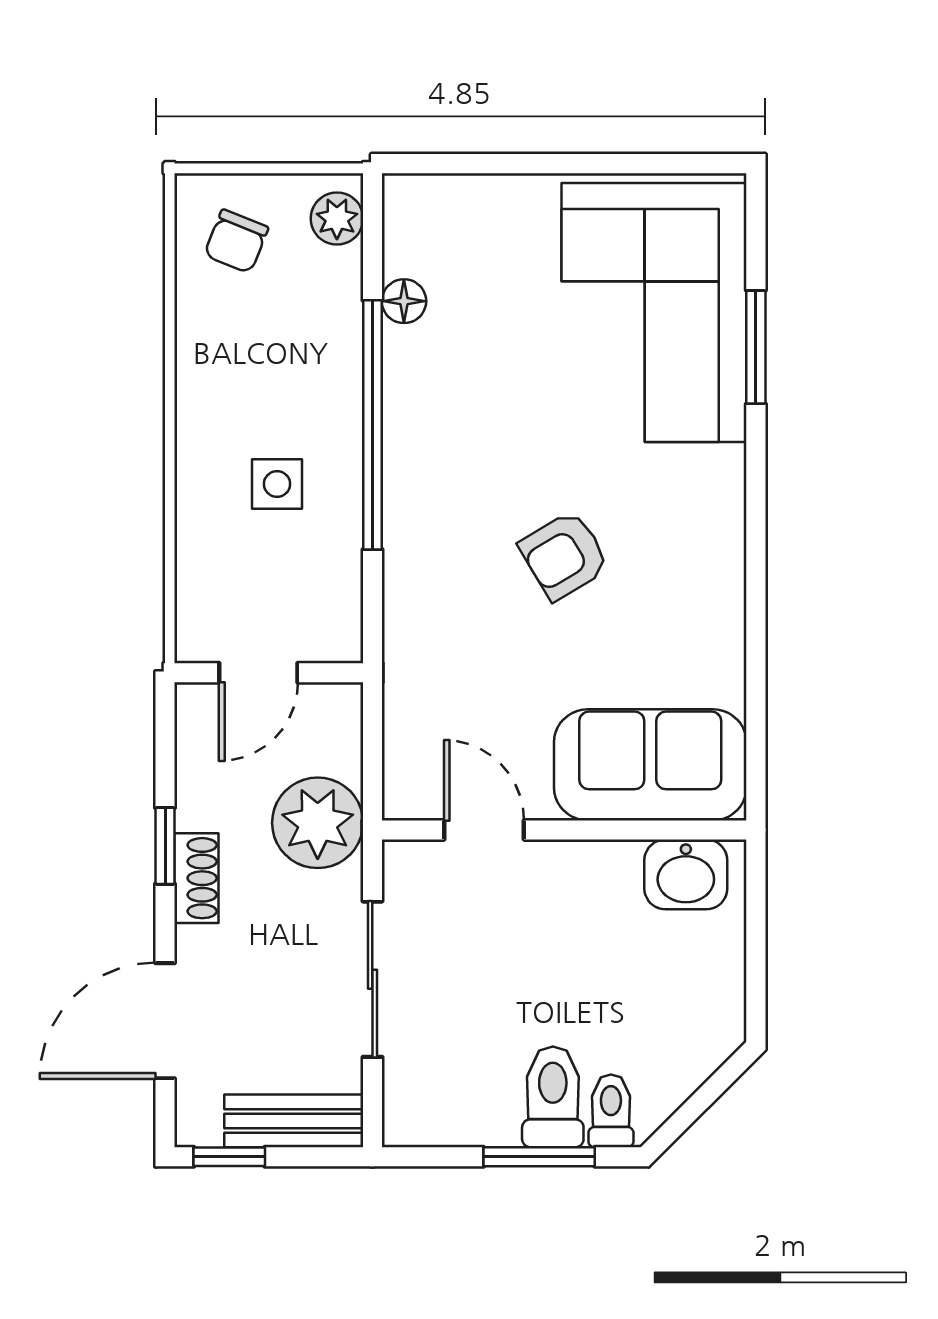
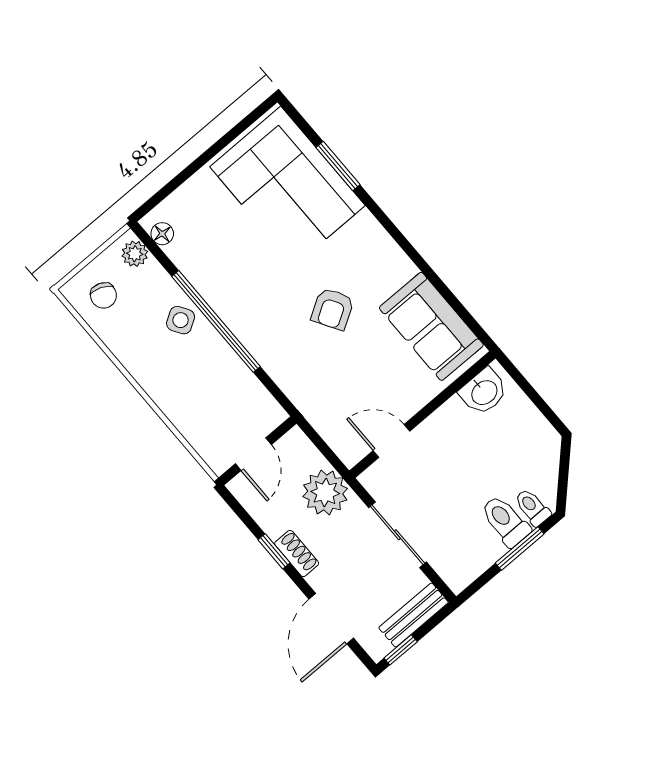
floor lamp: (404, 301) -> (162, 234), moved
side table: (277, 484) -> (181, 320), moved, turned -32
sofa: (650, 765) -> (431, 326), moved, turned -90

